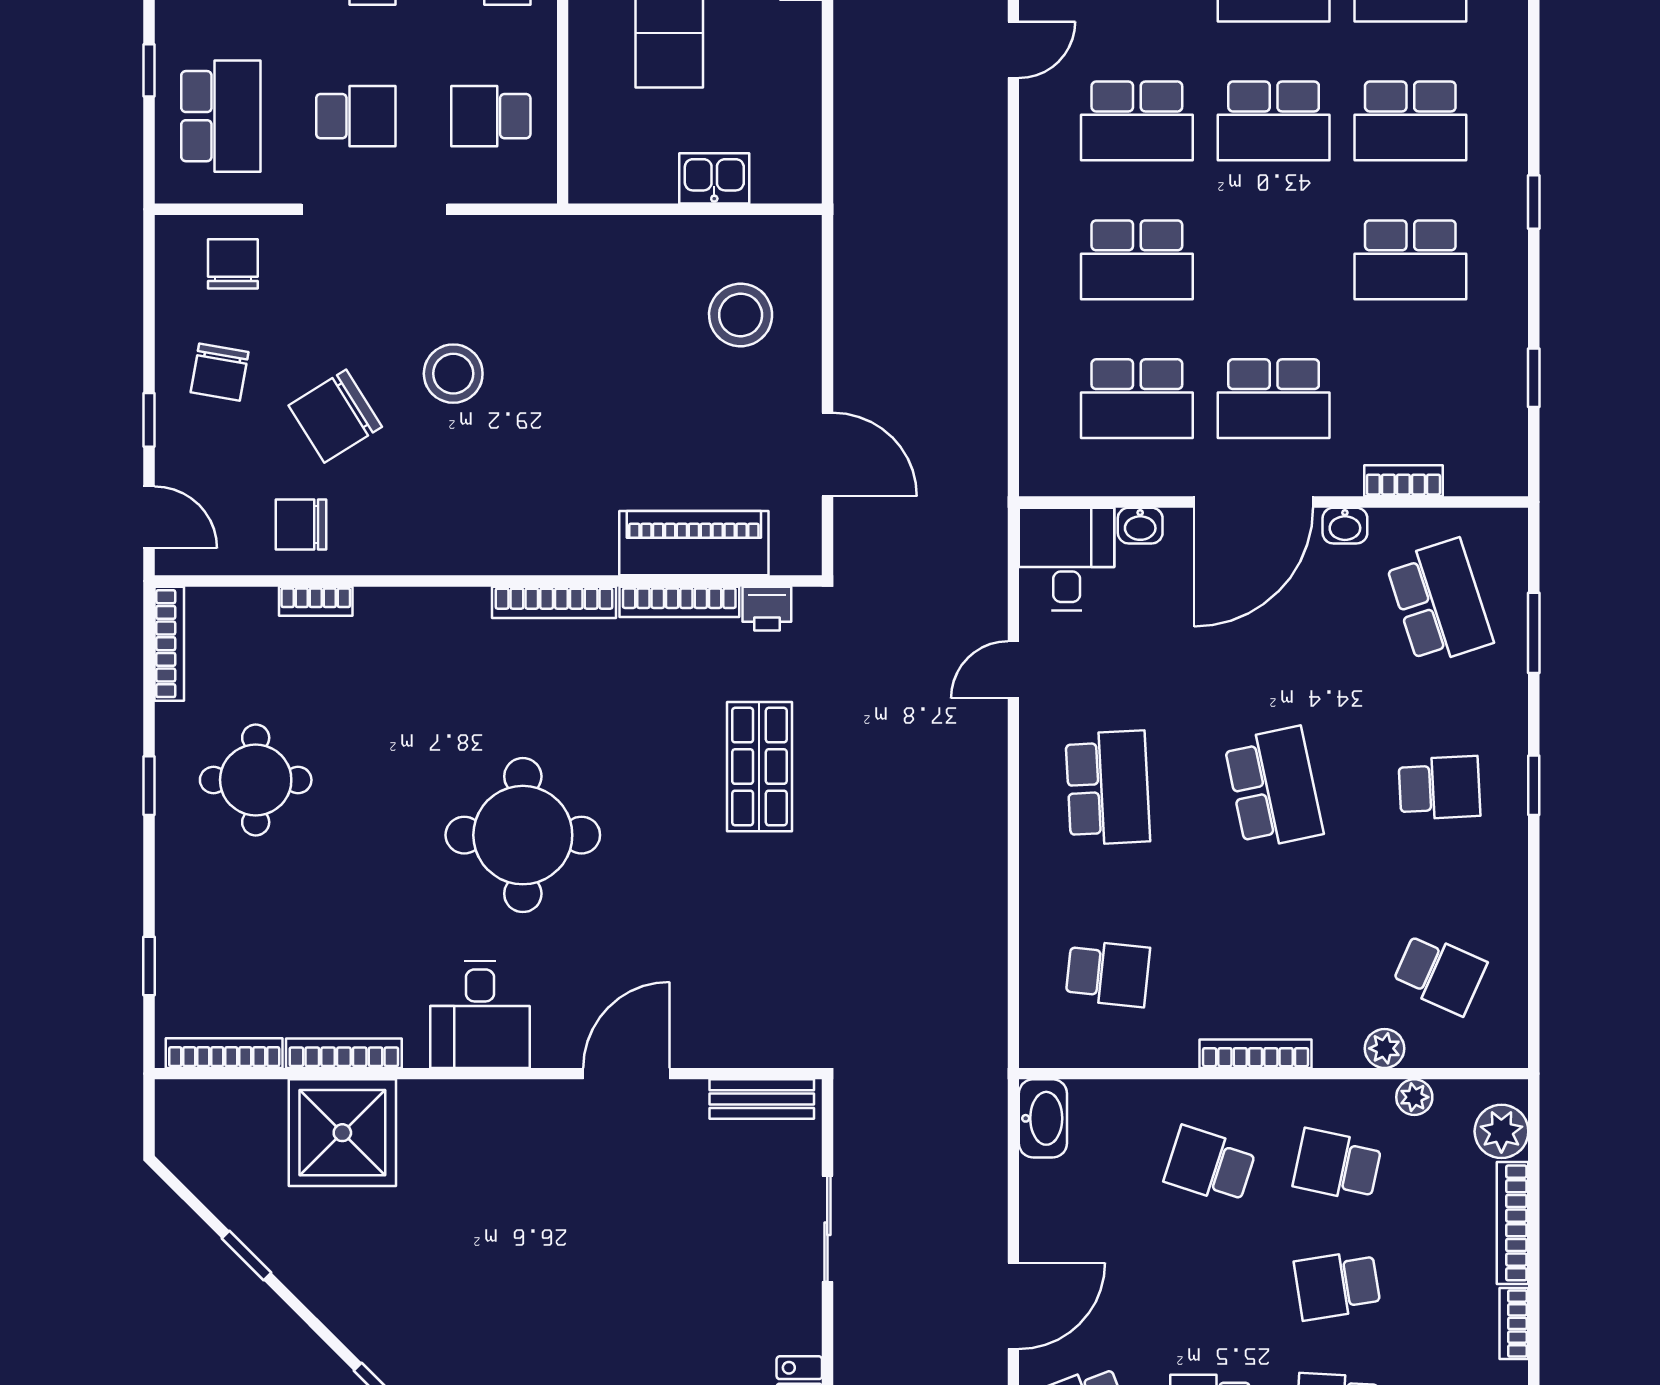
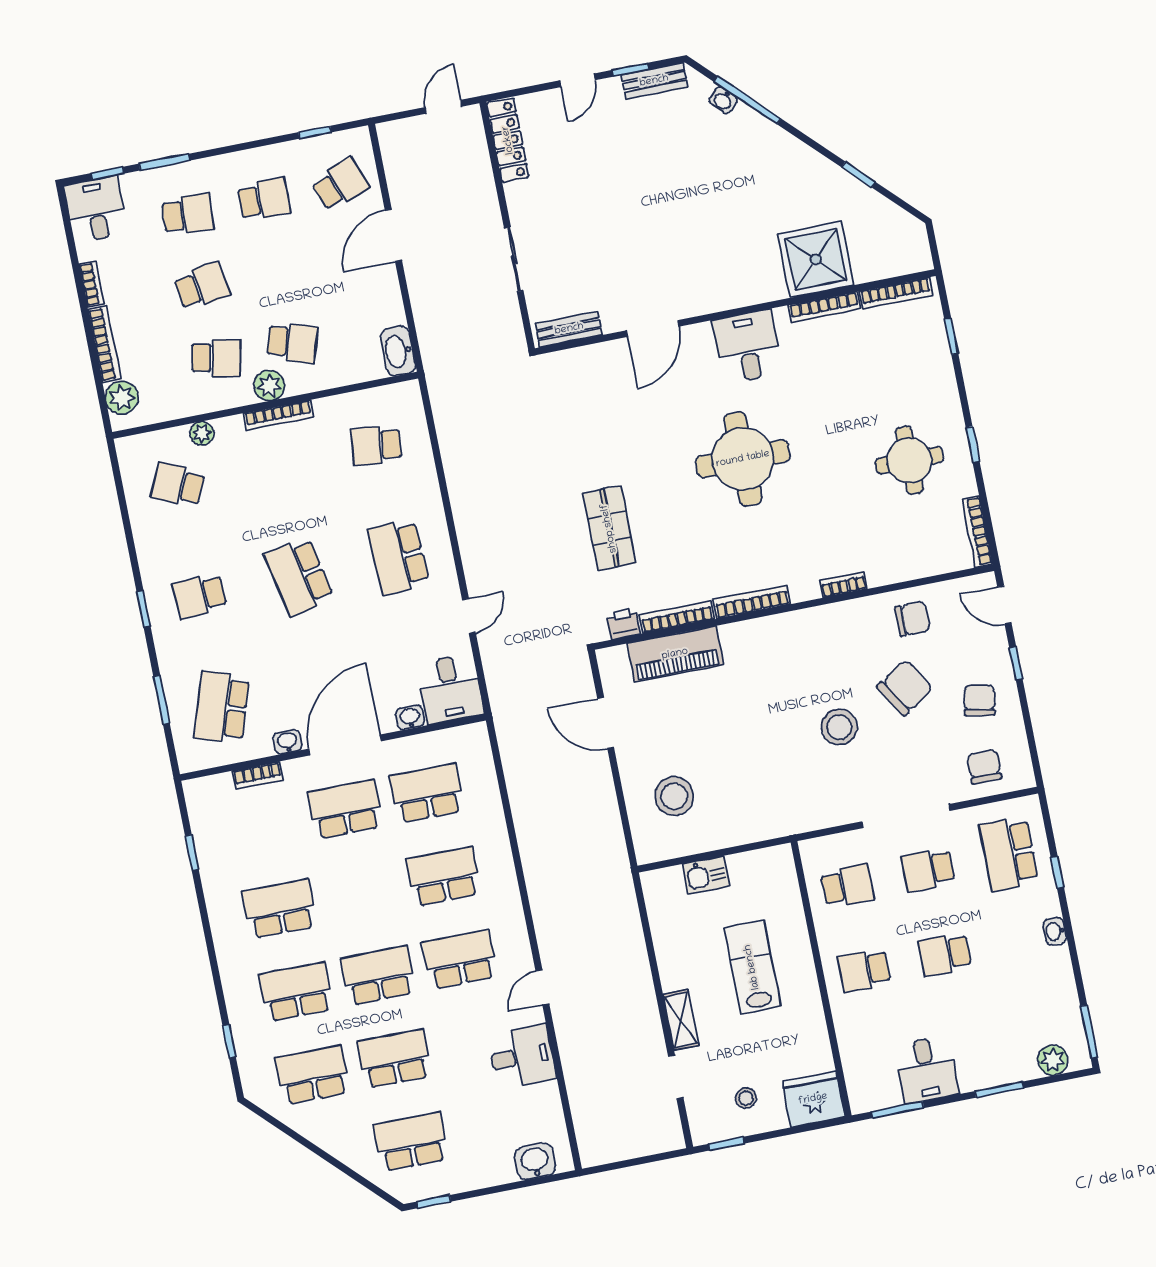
window: (1534, 202) -> (229, 1041), moved
chair: (233, 264) -> (984, 767), turned 180
bookcase: (316, 601) -> (843, 585), moved
school desk: (1439, 602) -> (222, 707), turned 36
plant: (1414, 1097) -> (269, 386), moved, width x1.38, depth x1.38

